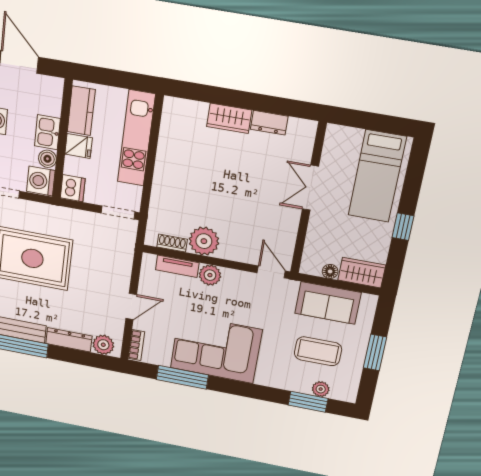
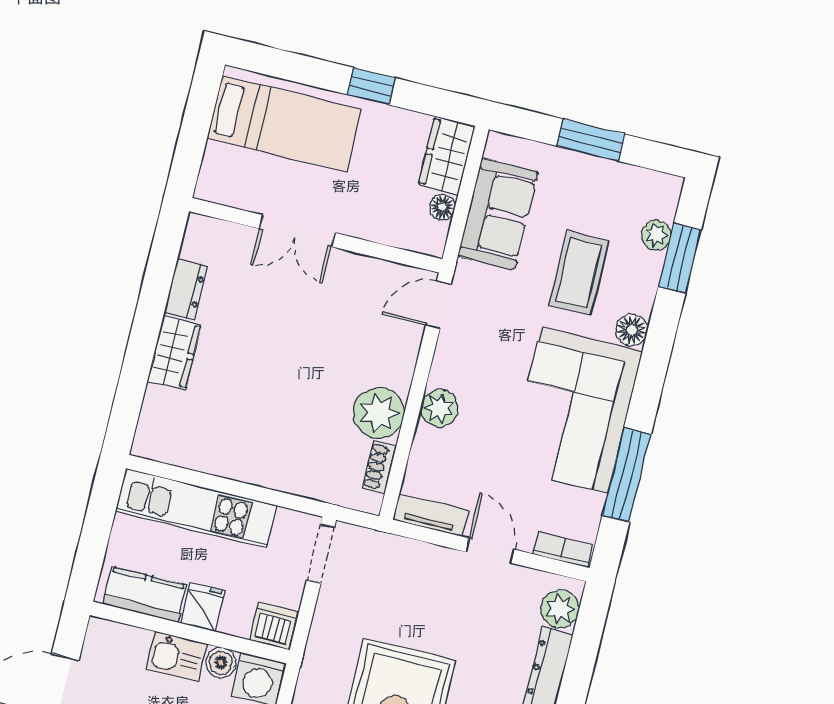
tv unit: (177, 266) -> (431, 515), moved, turned -90
coffee table: (318, 351) -> (579, 273), moved
floor lamp: (265, 378) -> (632, 330), added

